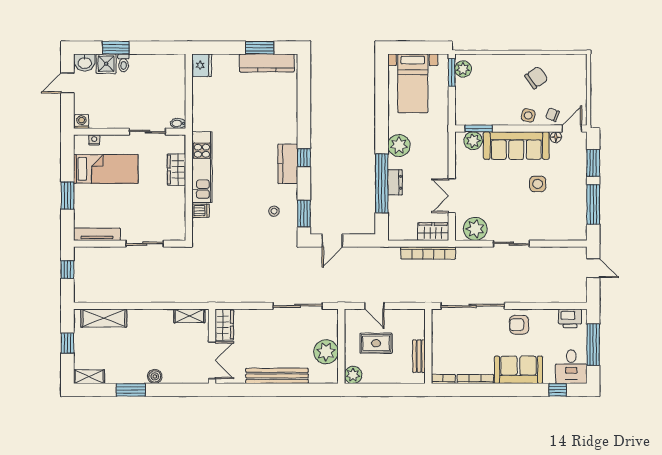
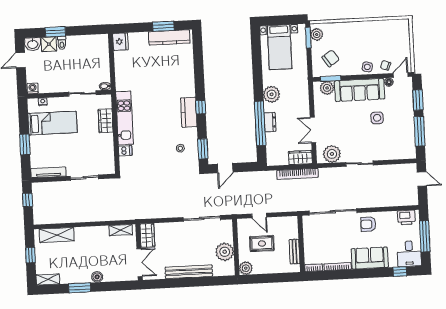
chair: (536, 78) -> (331, 58), moved

